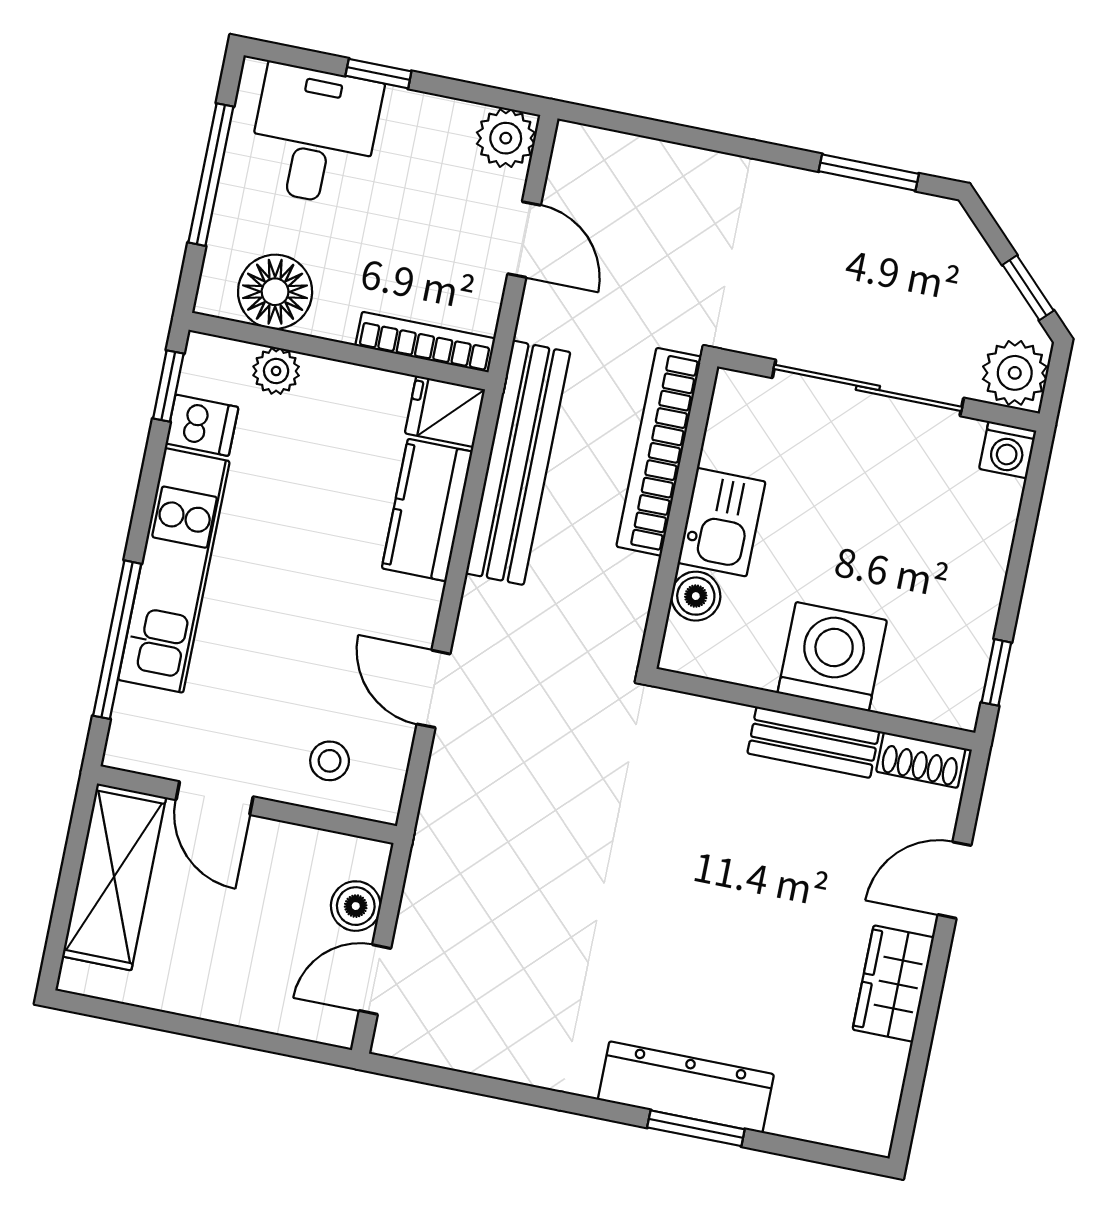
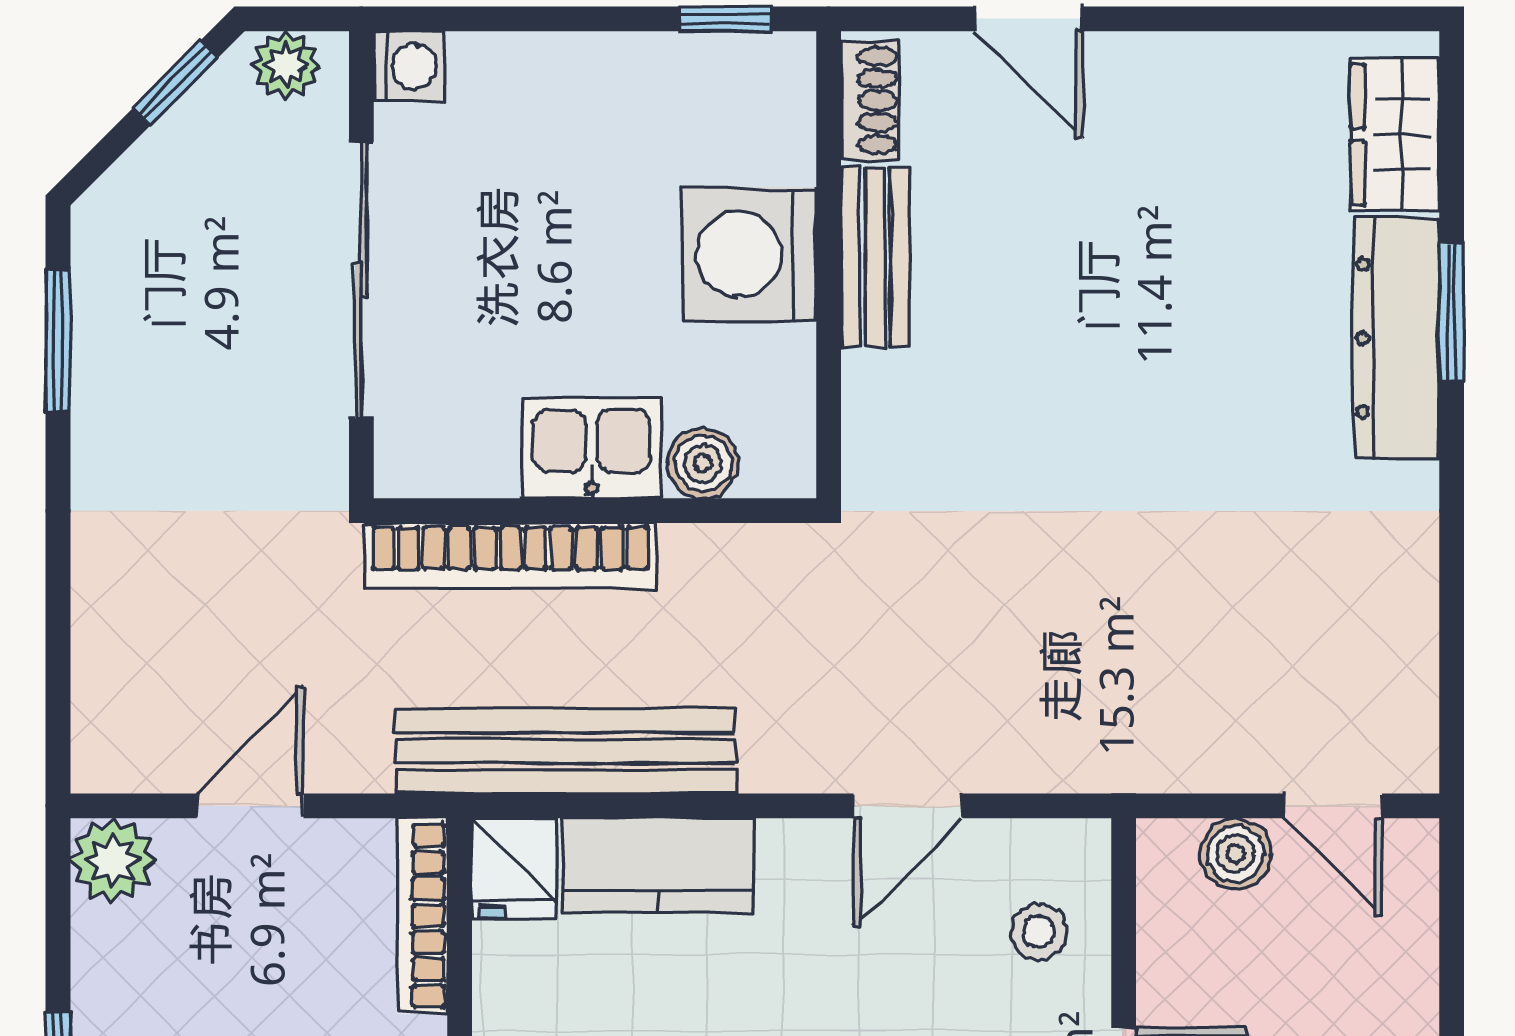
plant: (1015, 373) -> (286, 65), width x0.73, depth x0.73
wardrobe: (893, 984) -> (1395, 134), moved, turned 90

